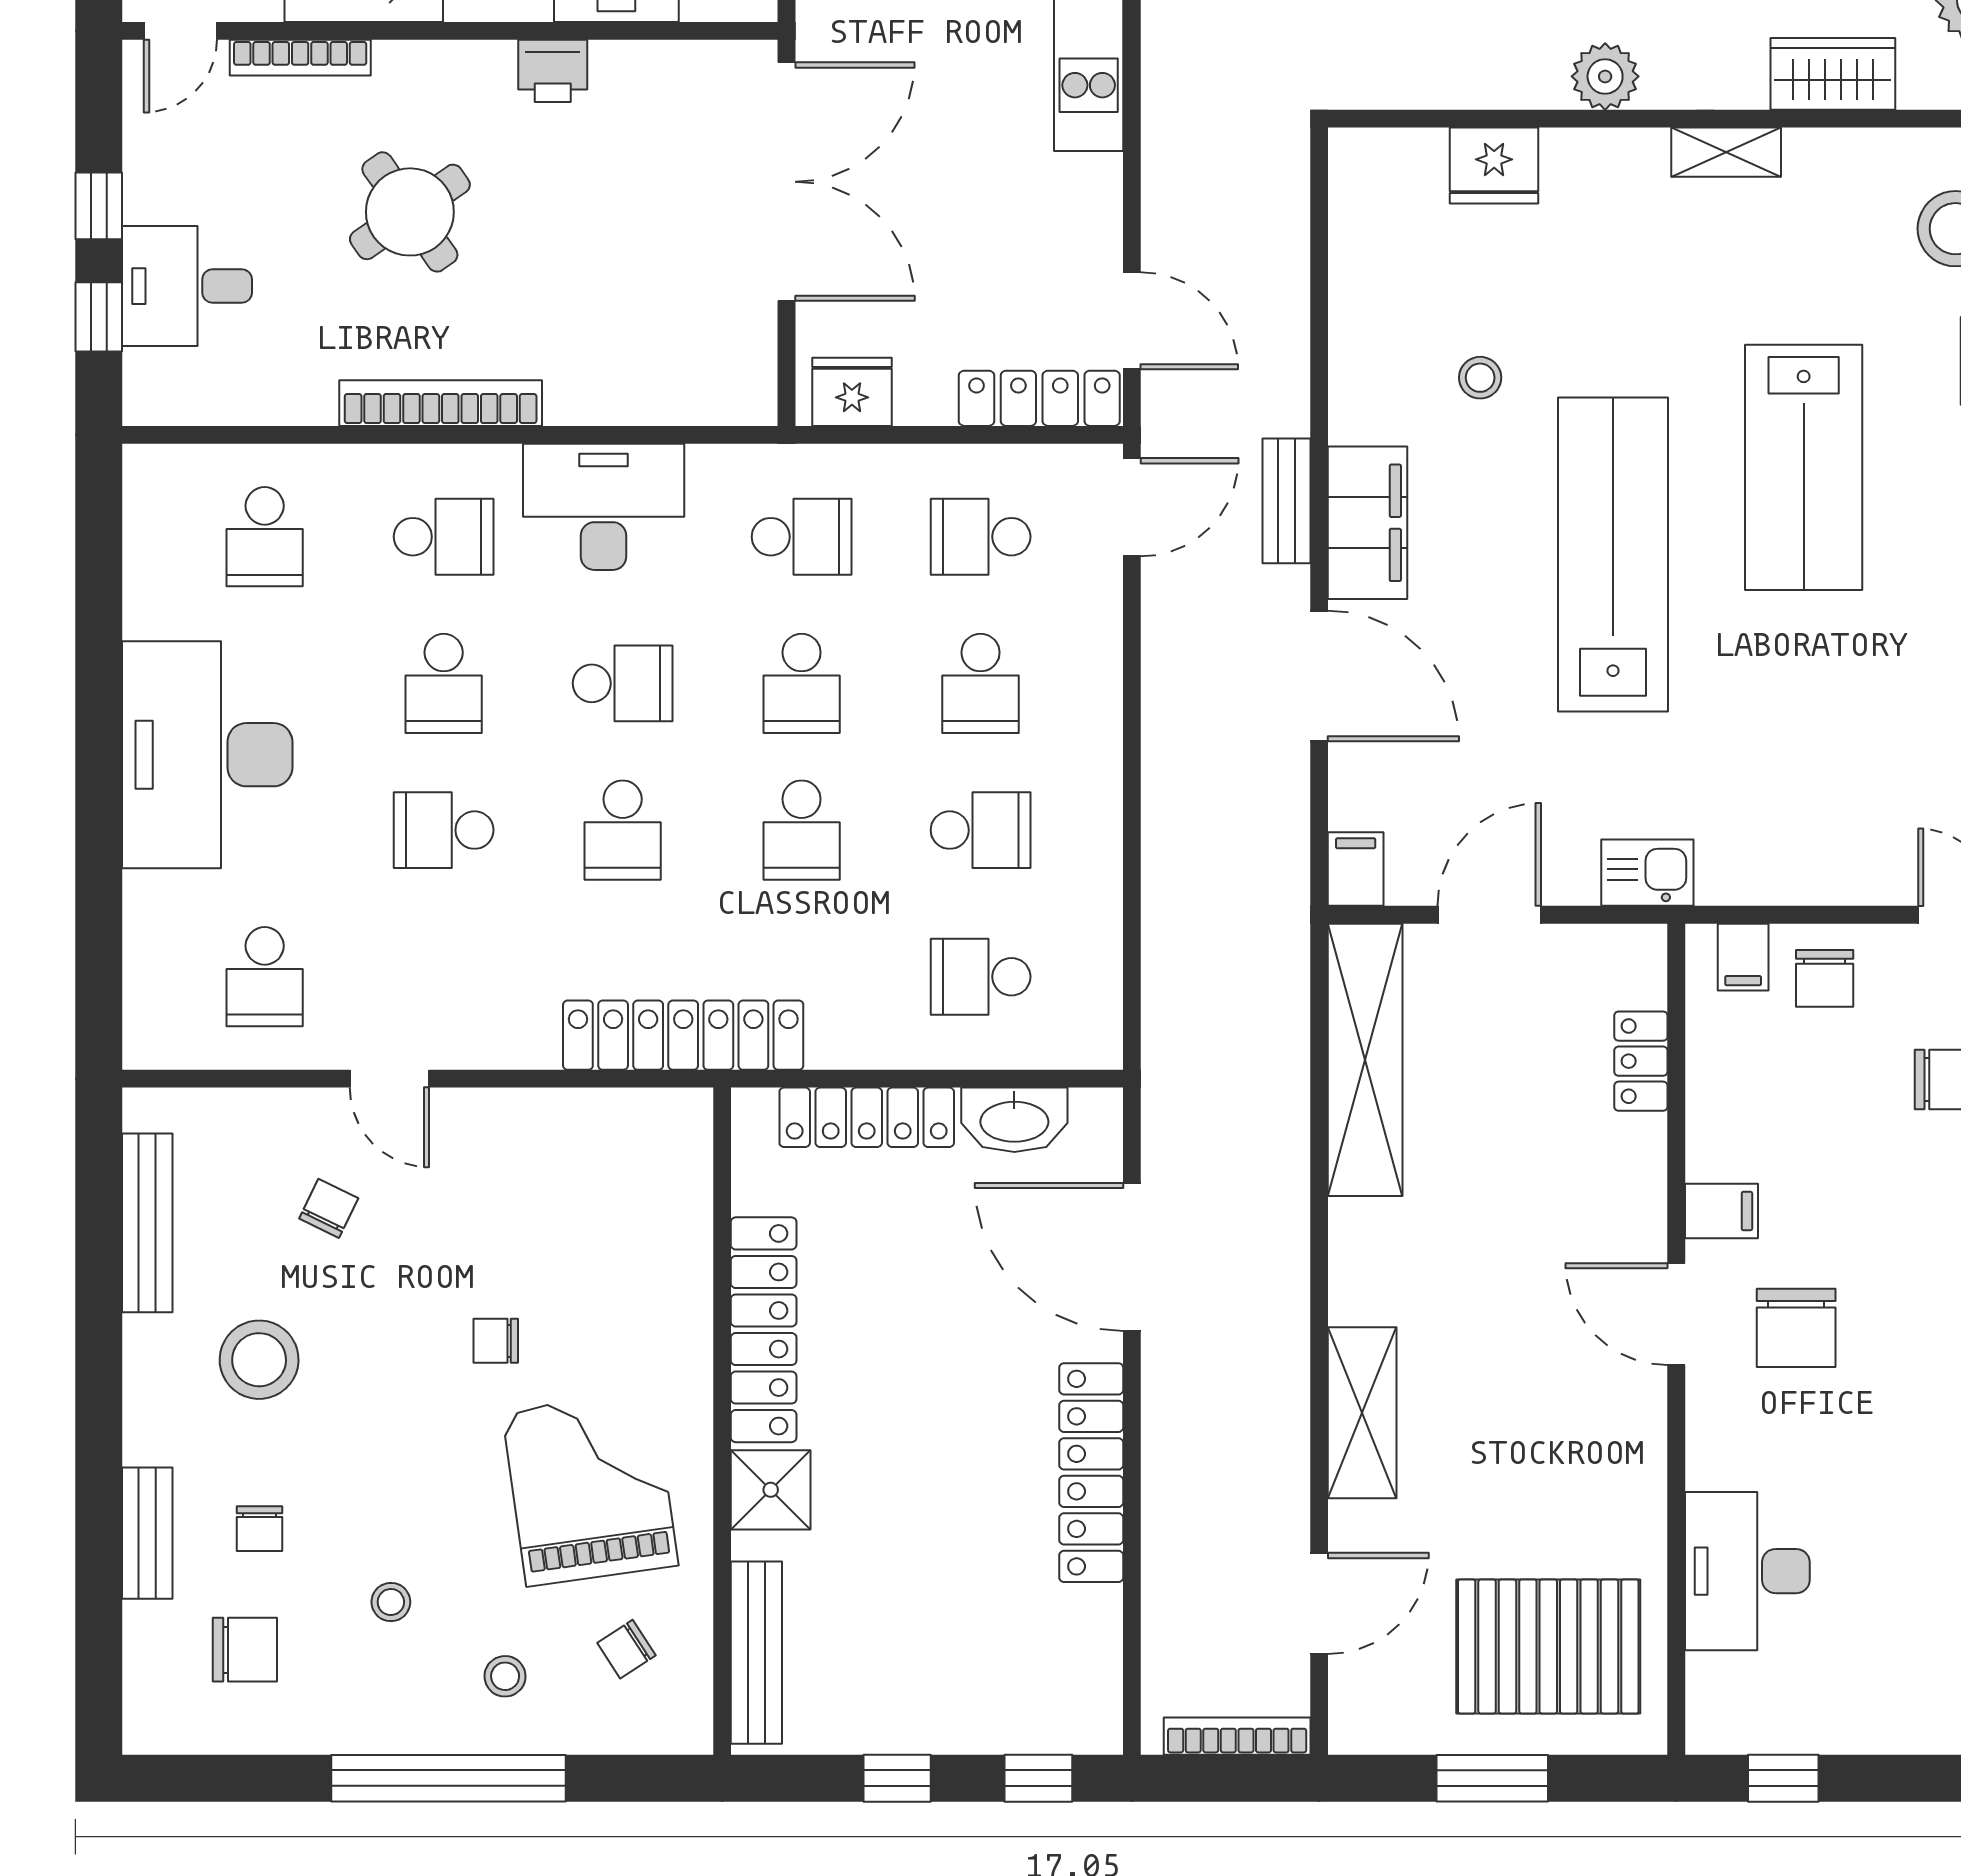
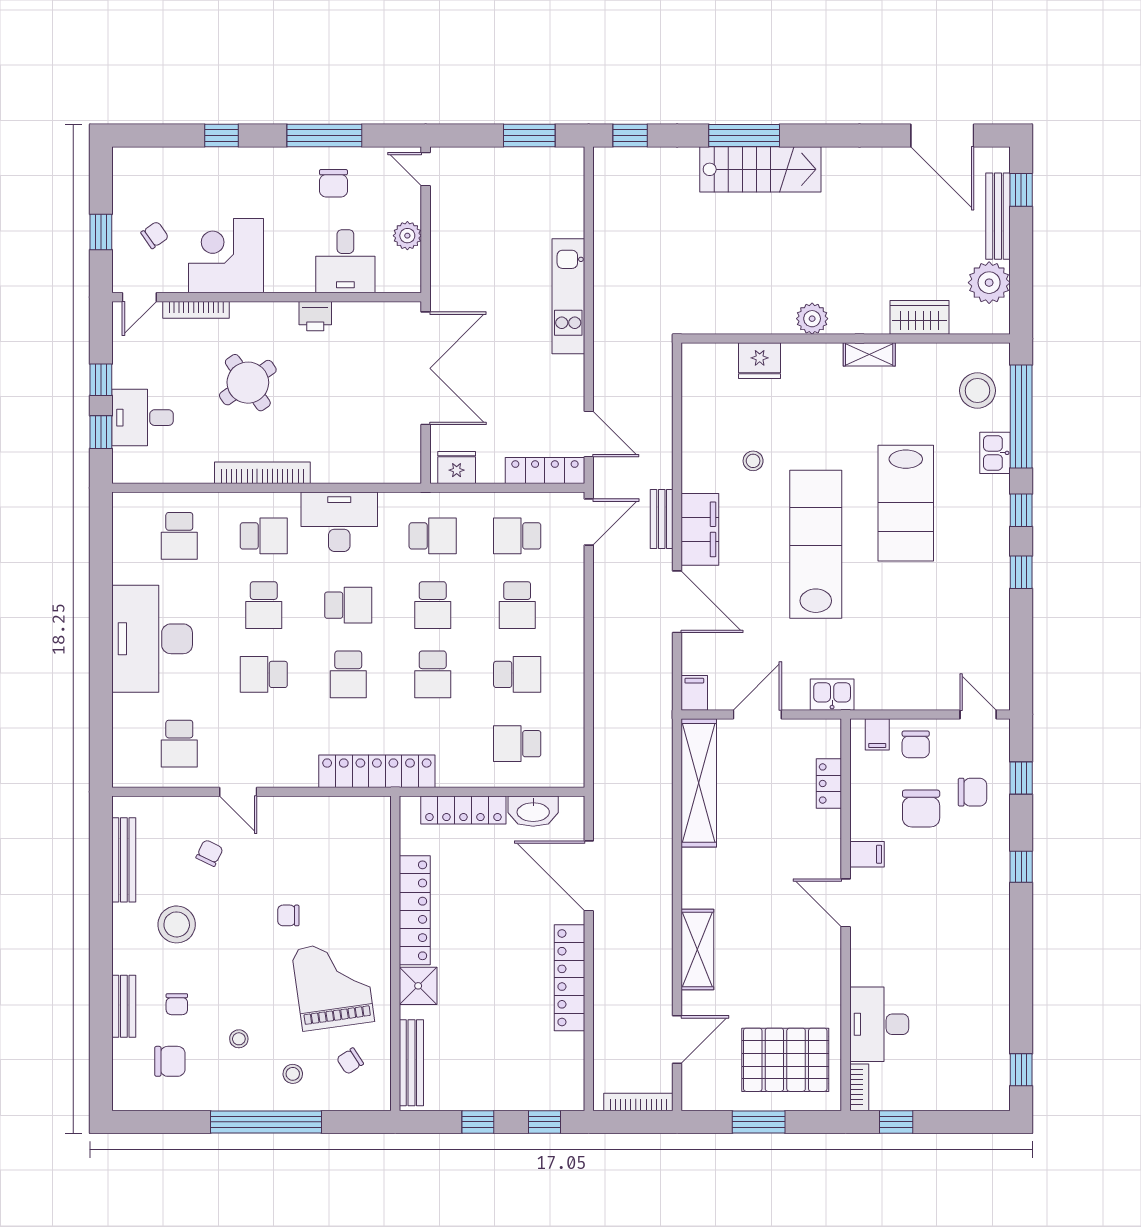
chair: (1796, 1328) -> (921, 809), moved
bookcase: (1705, 1705) -> (859, 1087), added

